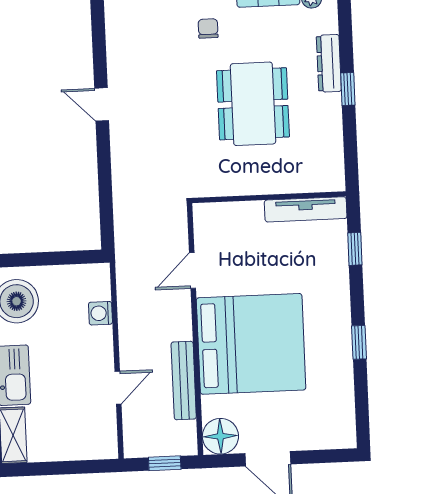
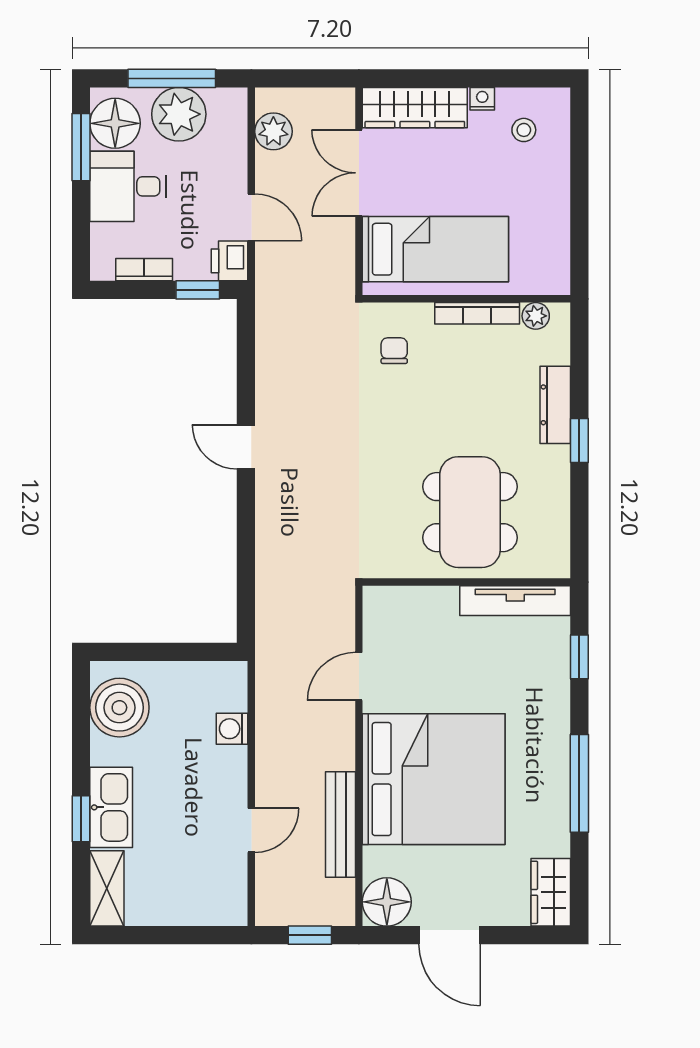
dining table: (253, 104) -> (470, 512), moved
window: (359, 342) -> (579, 783), width x2.17
wardrobe: (341, 424) -> (551, 892), added

